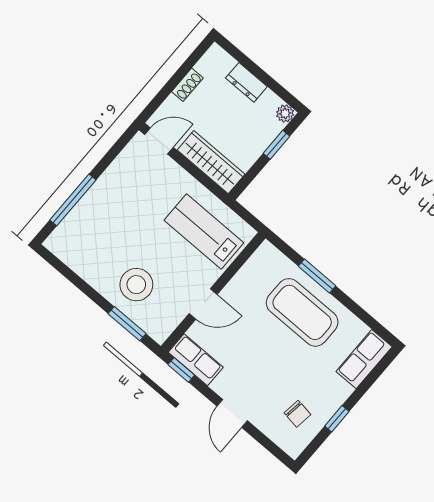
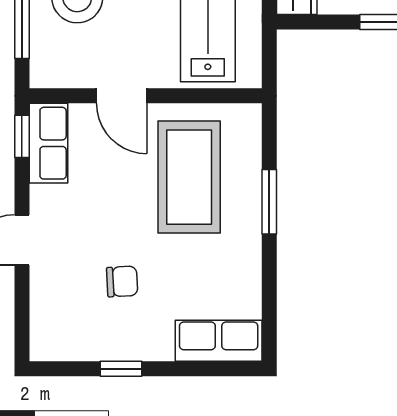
coffee table: (302, 312) -> (189, 177), moved
chair: (297, 414) -> (122, 281), moved, turned -101

